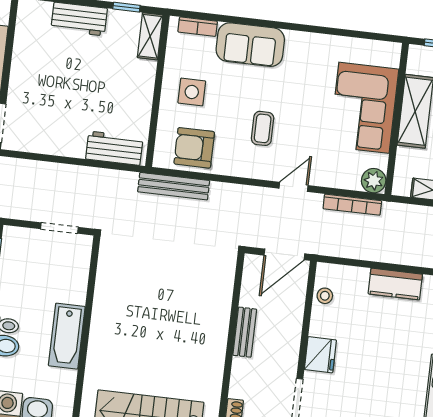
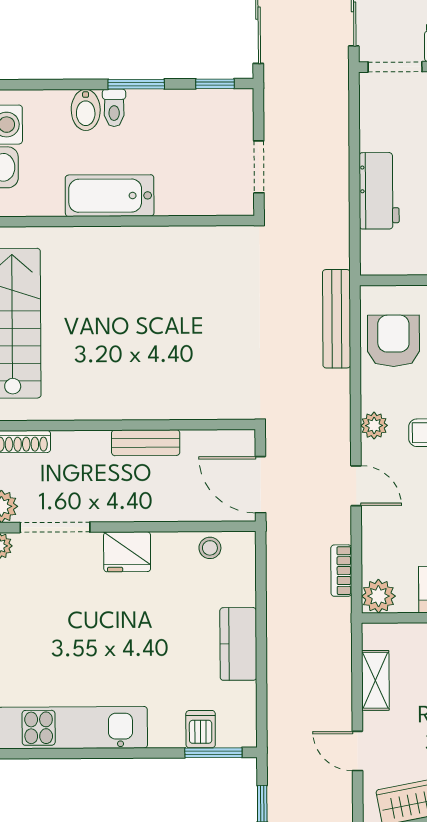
workbench: (114, 148) -> (379, 191), moved
plant: (252, 169) -> (374, 426), added
bookcase: (352, 205) -> (341, 571), width x0.64

